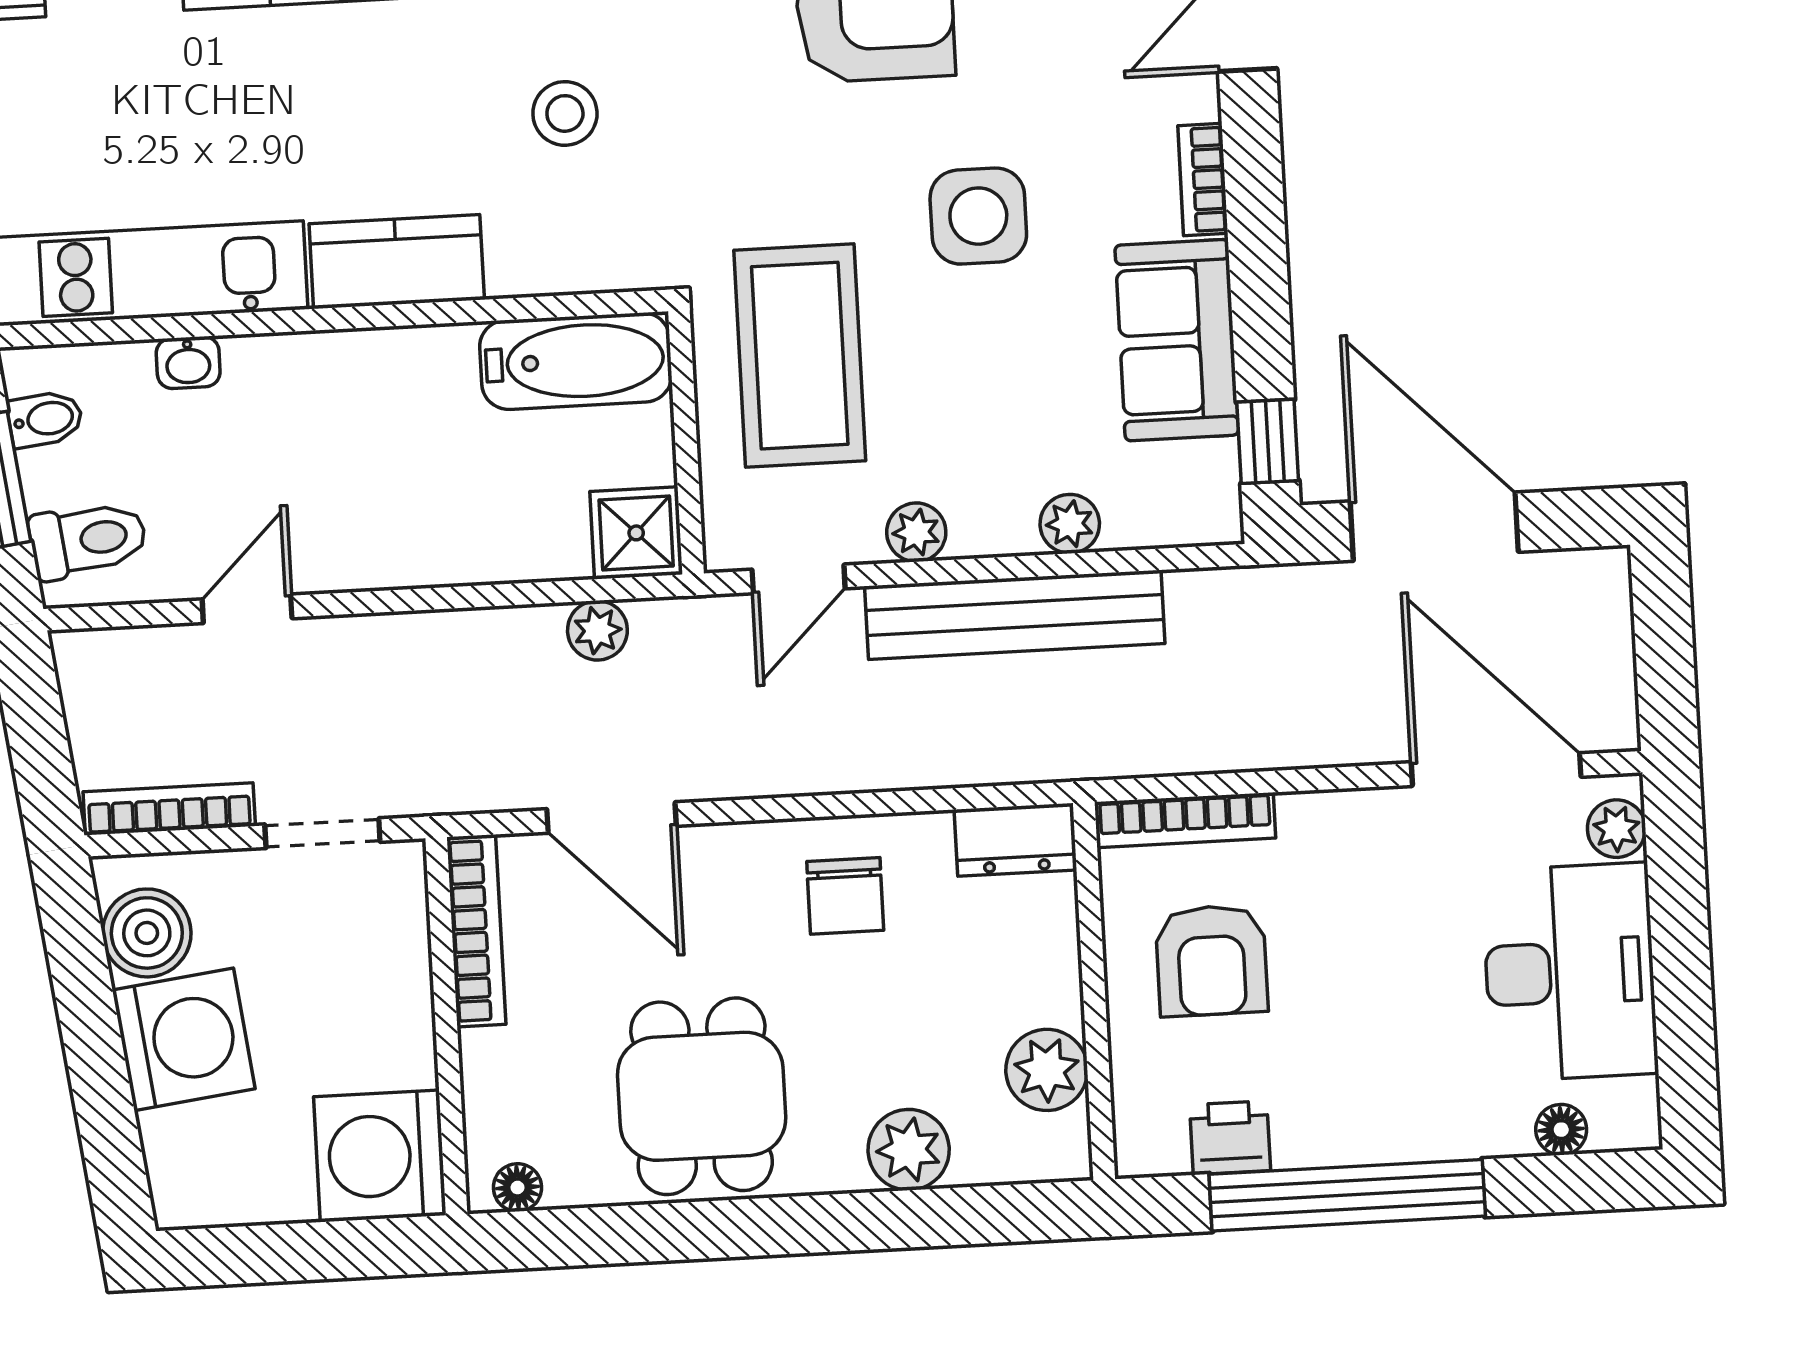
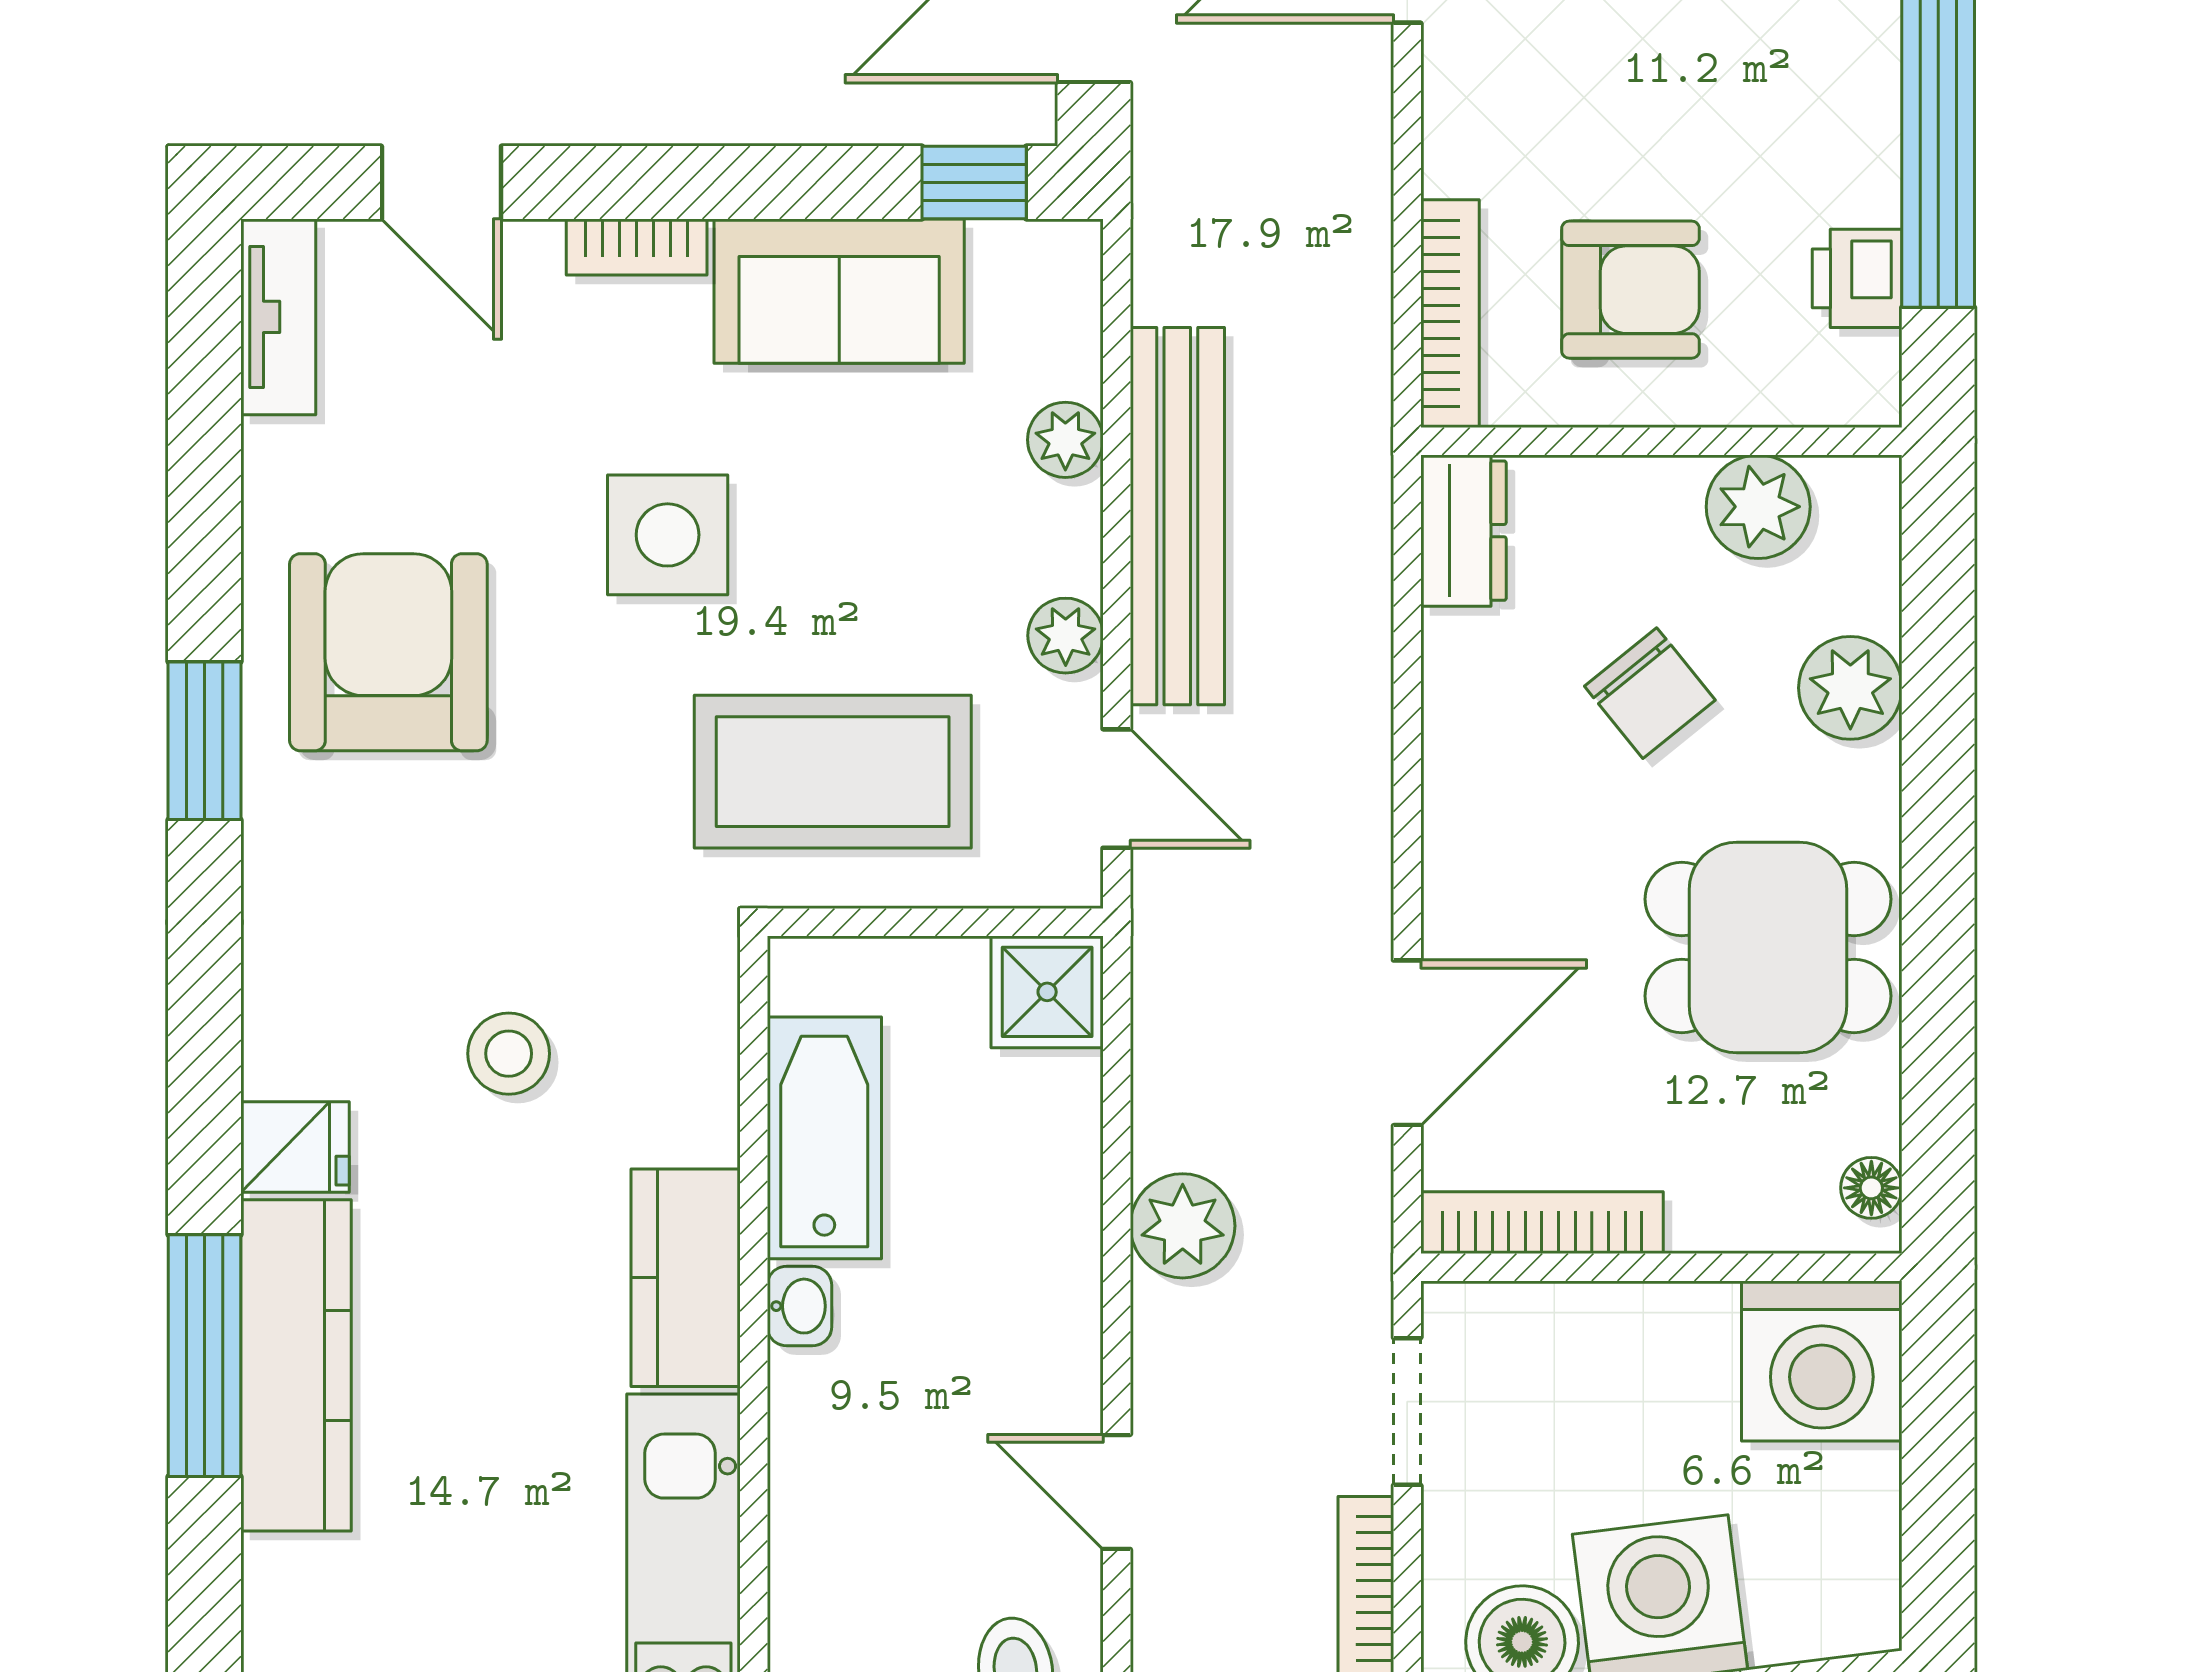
bathtub: (576, 361) -> (824, 1138), moved
washbasin: (188, 363) -> (799, 1306), moved
plant: (597, 630) -> (1183, 1226), moved, width x1.38, depth x1.38
chair: (845, 896) -> (1650, 693), moved, turned 51

